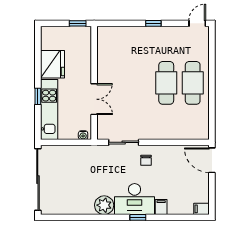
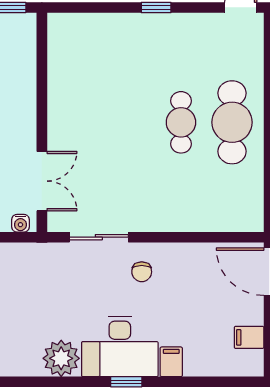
cafe table: (166, 83) -> (181, 122), width x0.73, depth x0.74
double door: (94, 99) -> (42, 181), moved
filing cabinet: (202, 209) -> (249, 337), moved

